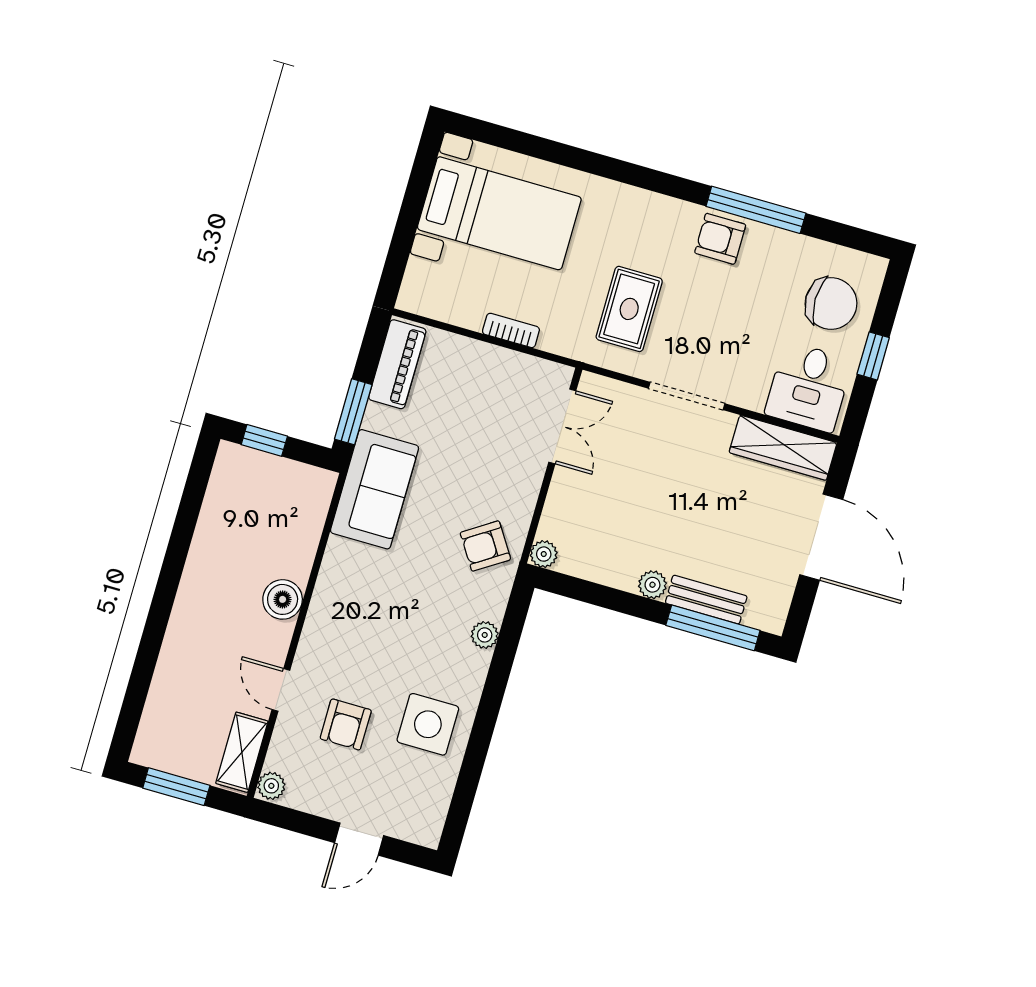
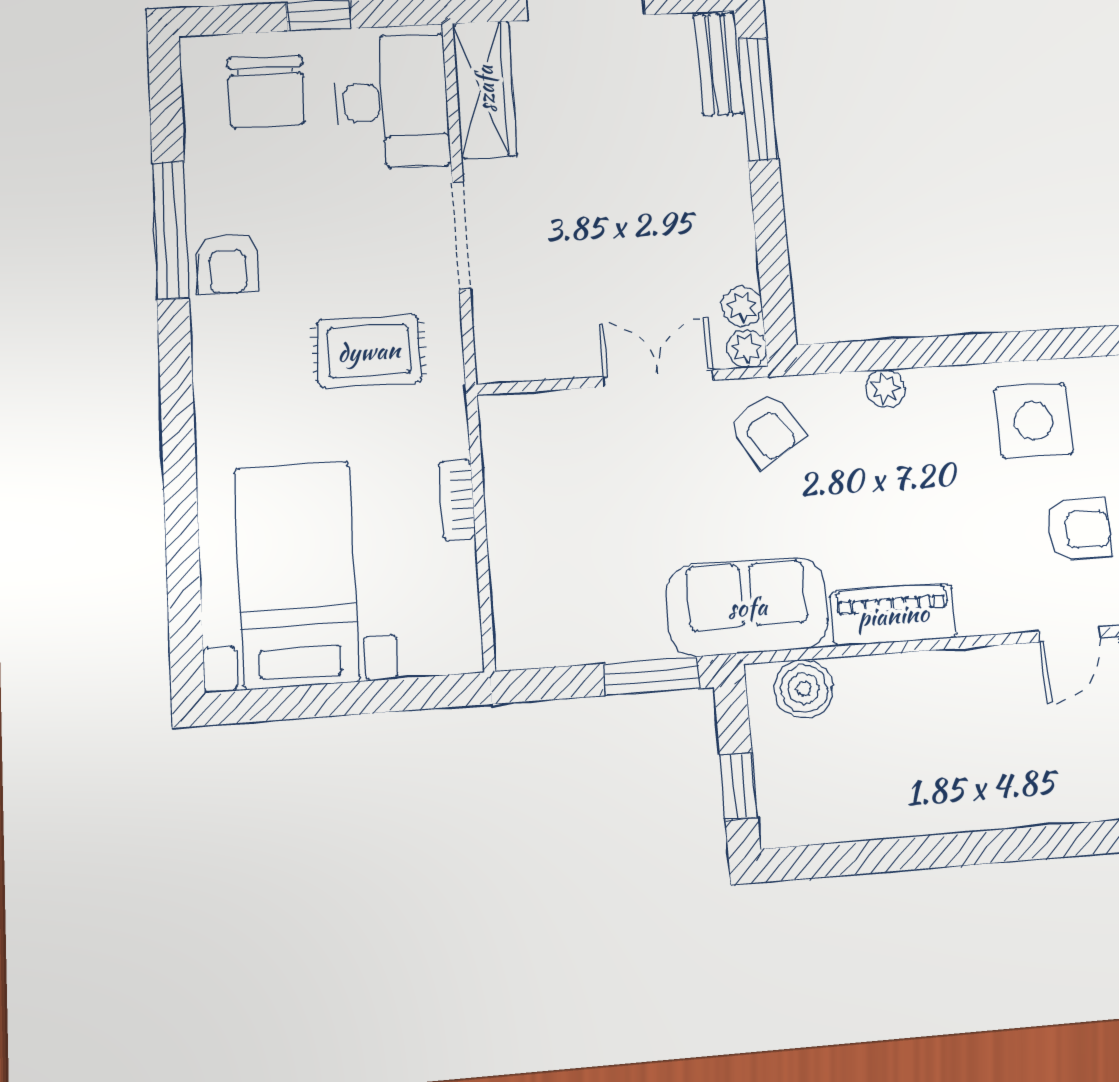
chair: (831, 304) -> (266, 92), turned 180
piano: (397, 364) -> (893, 615), moved
desk: (809, 387) -> (392, 101), width x1.37
double door: (562, 426) -> (658, 378), moved
plant: (652, 585) -> (742, 306), moved
boiler: (283, 599) -> (804, 689), moved
bench: (706, 600) -> (719, 64), moved

